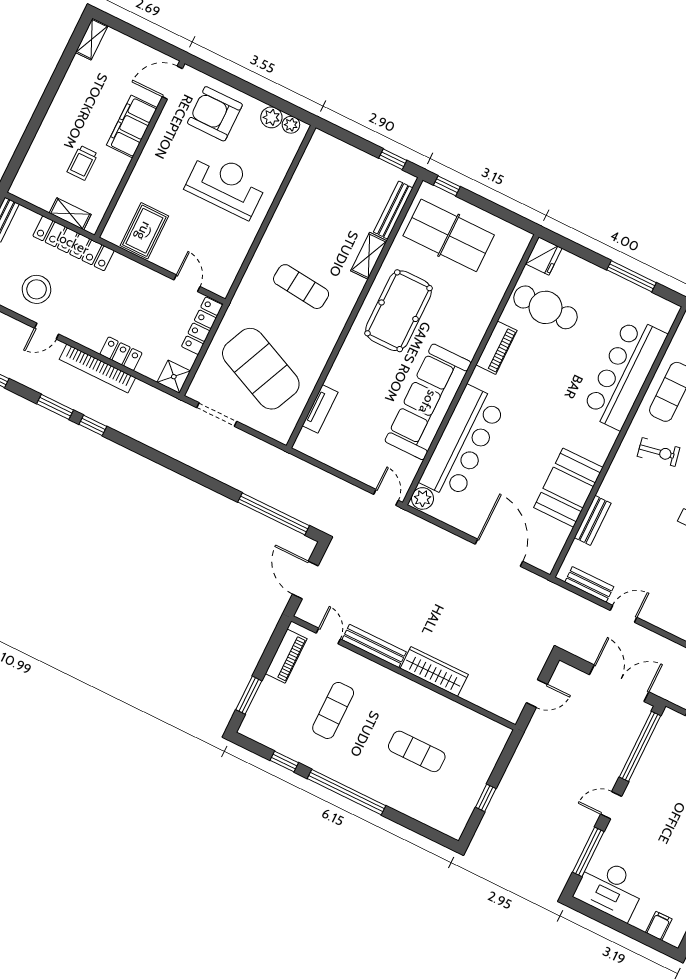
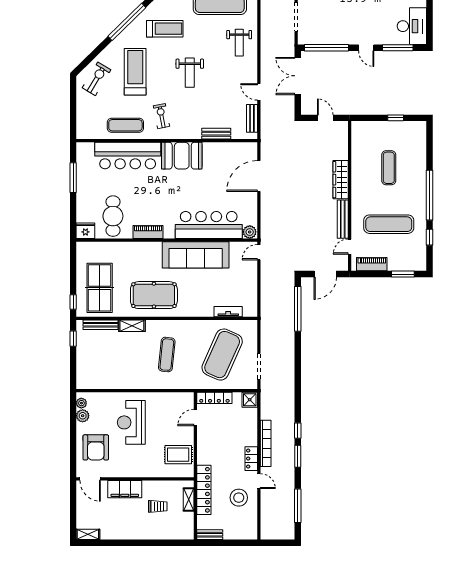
locker: (121, 354) -> (251, 459), moved
booth: (568, 488) -> (182, 156), moved
exercise mat: (333, 710) -> (389, 224), width x1.36, depth x1.45

